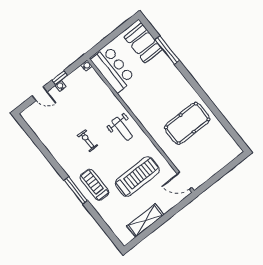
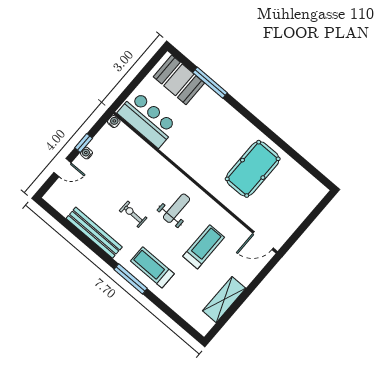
weight bench: (122, 129) -> (176, 208), moved, turned -90
bench: (54, 149) -> (94, 233), added
treadmill: (137, 176) -> (204, 247), width x0.73, depth x0.73

